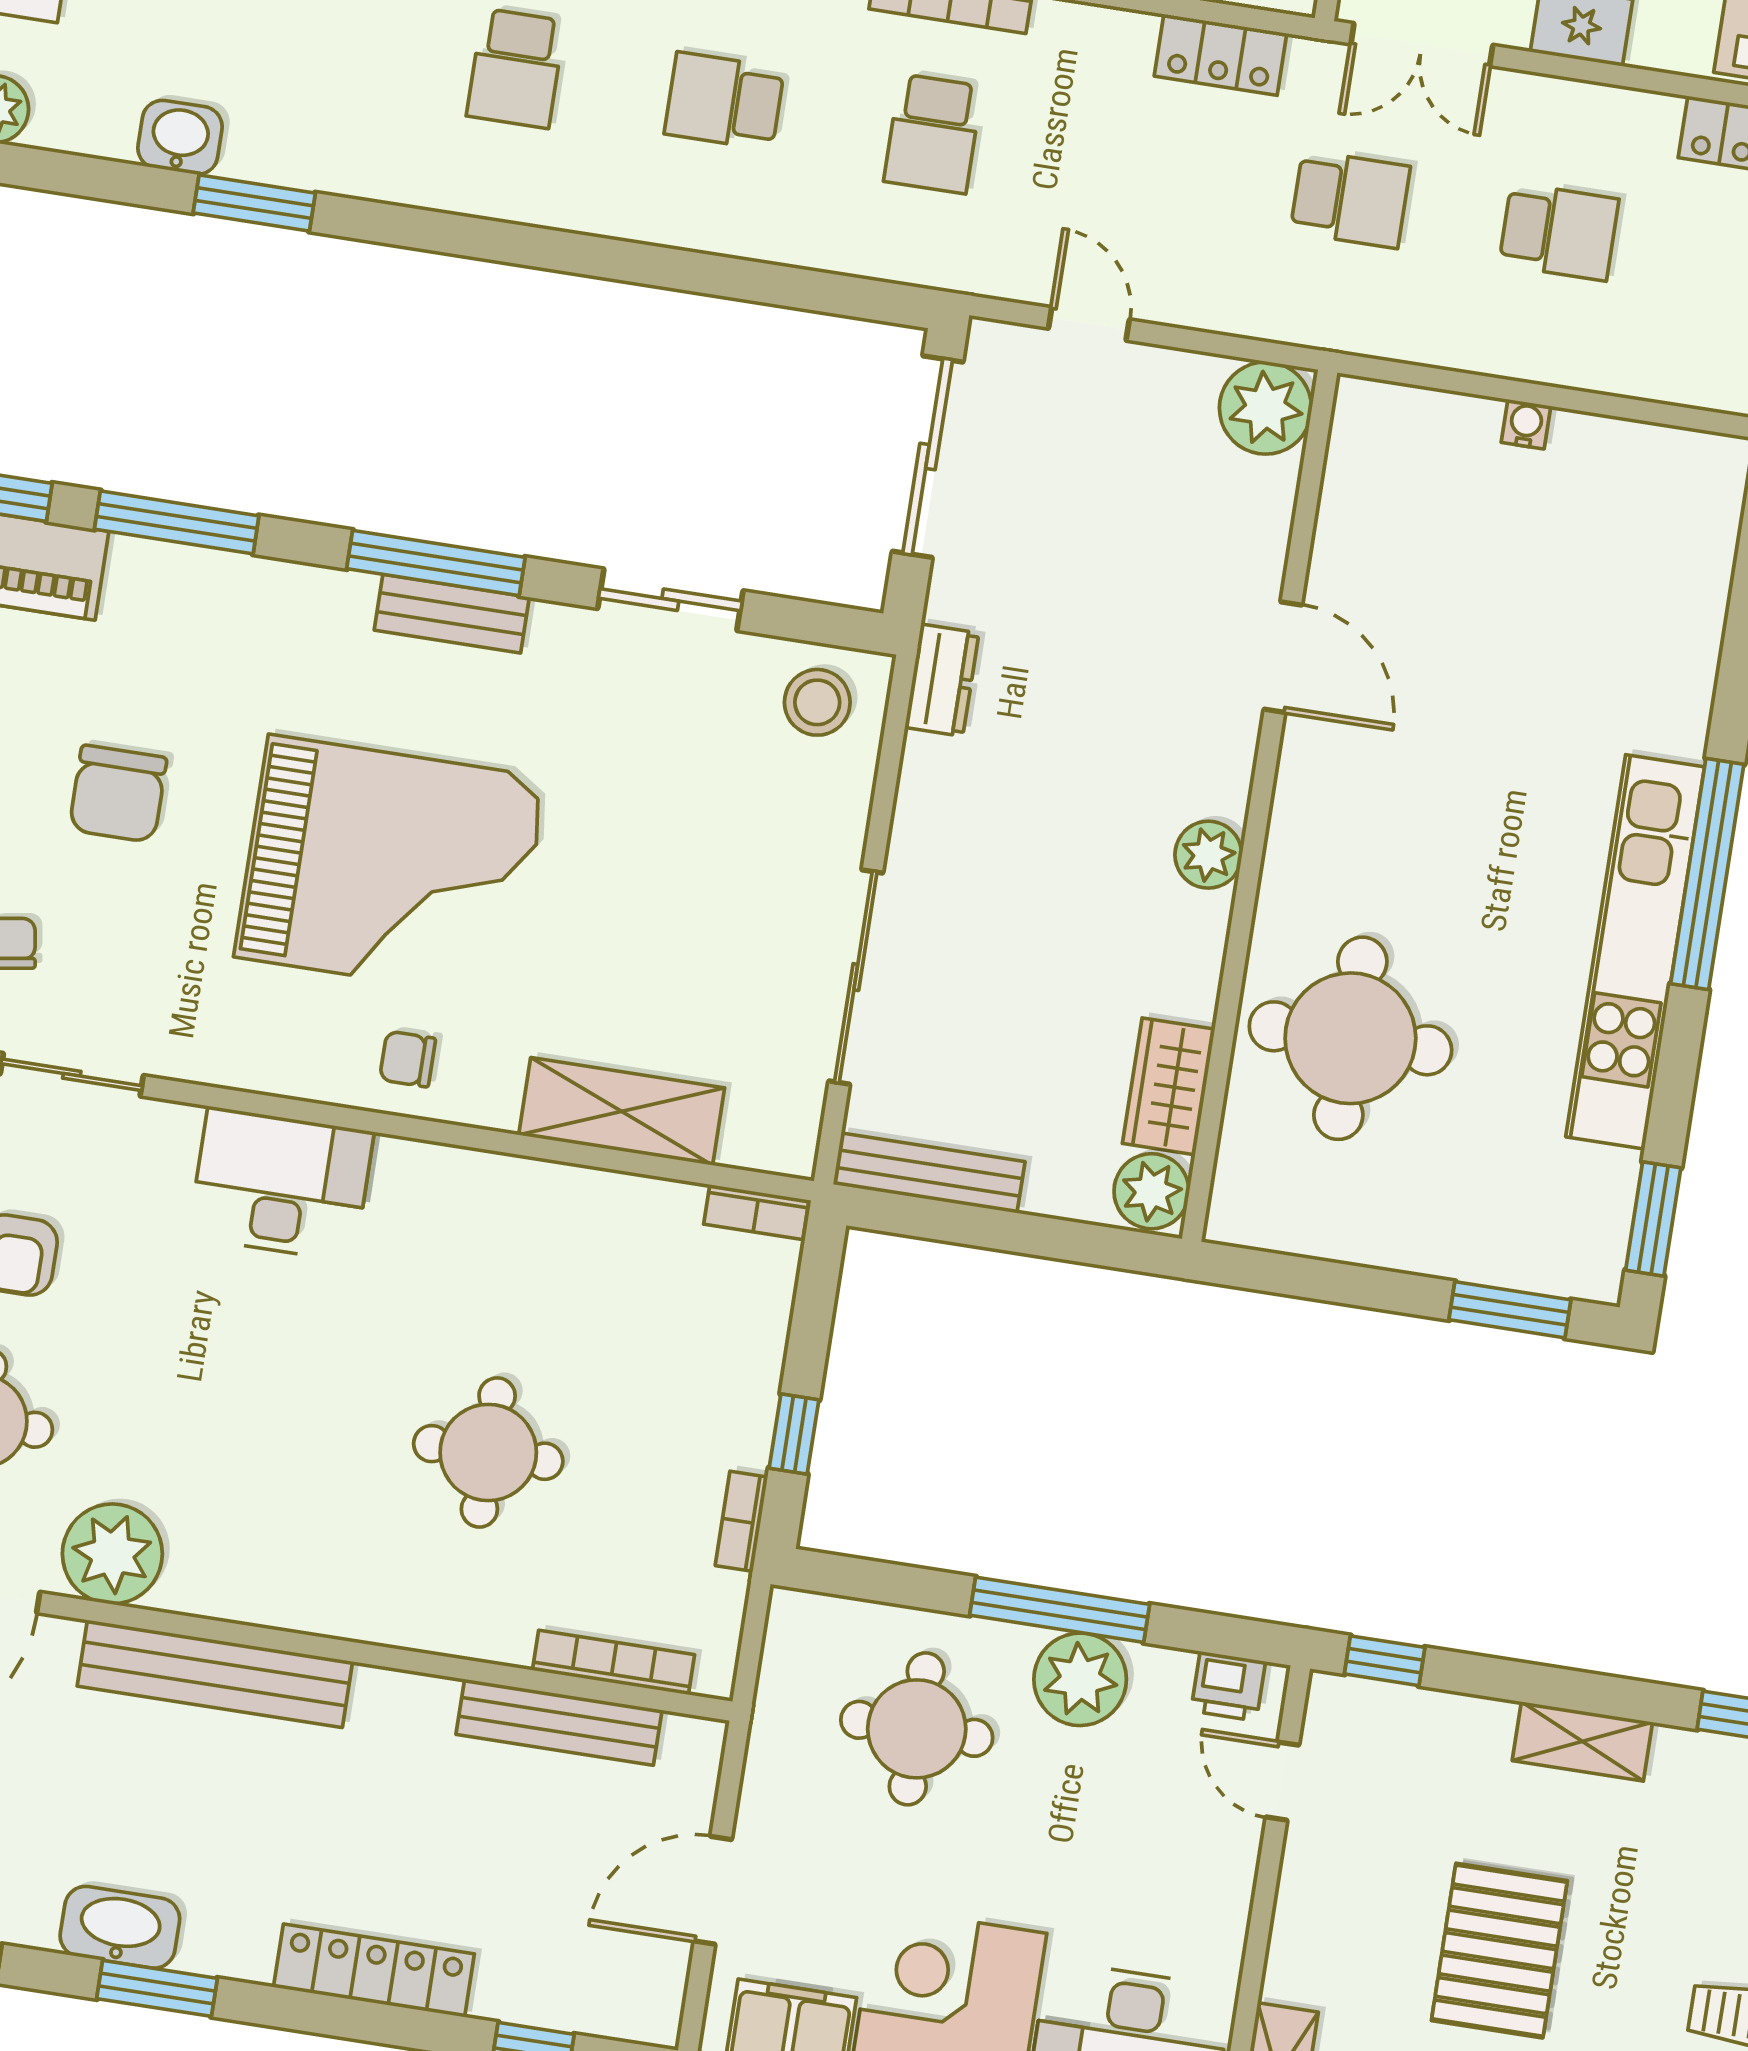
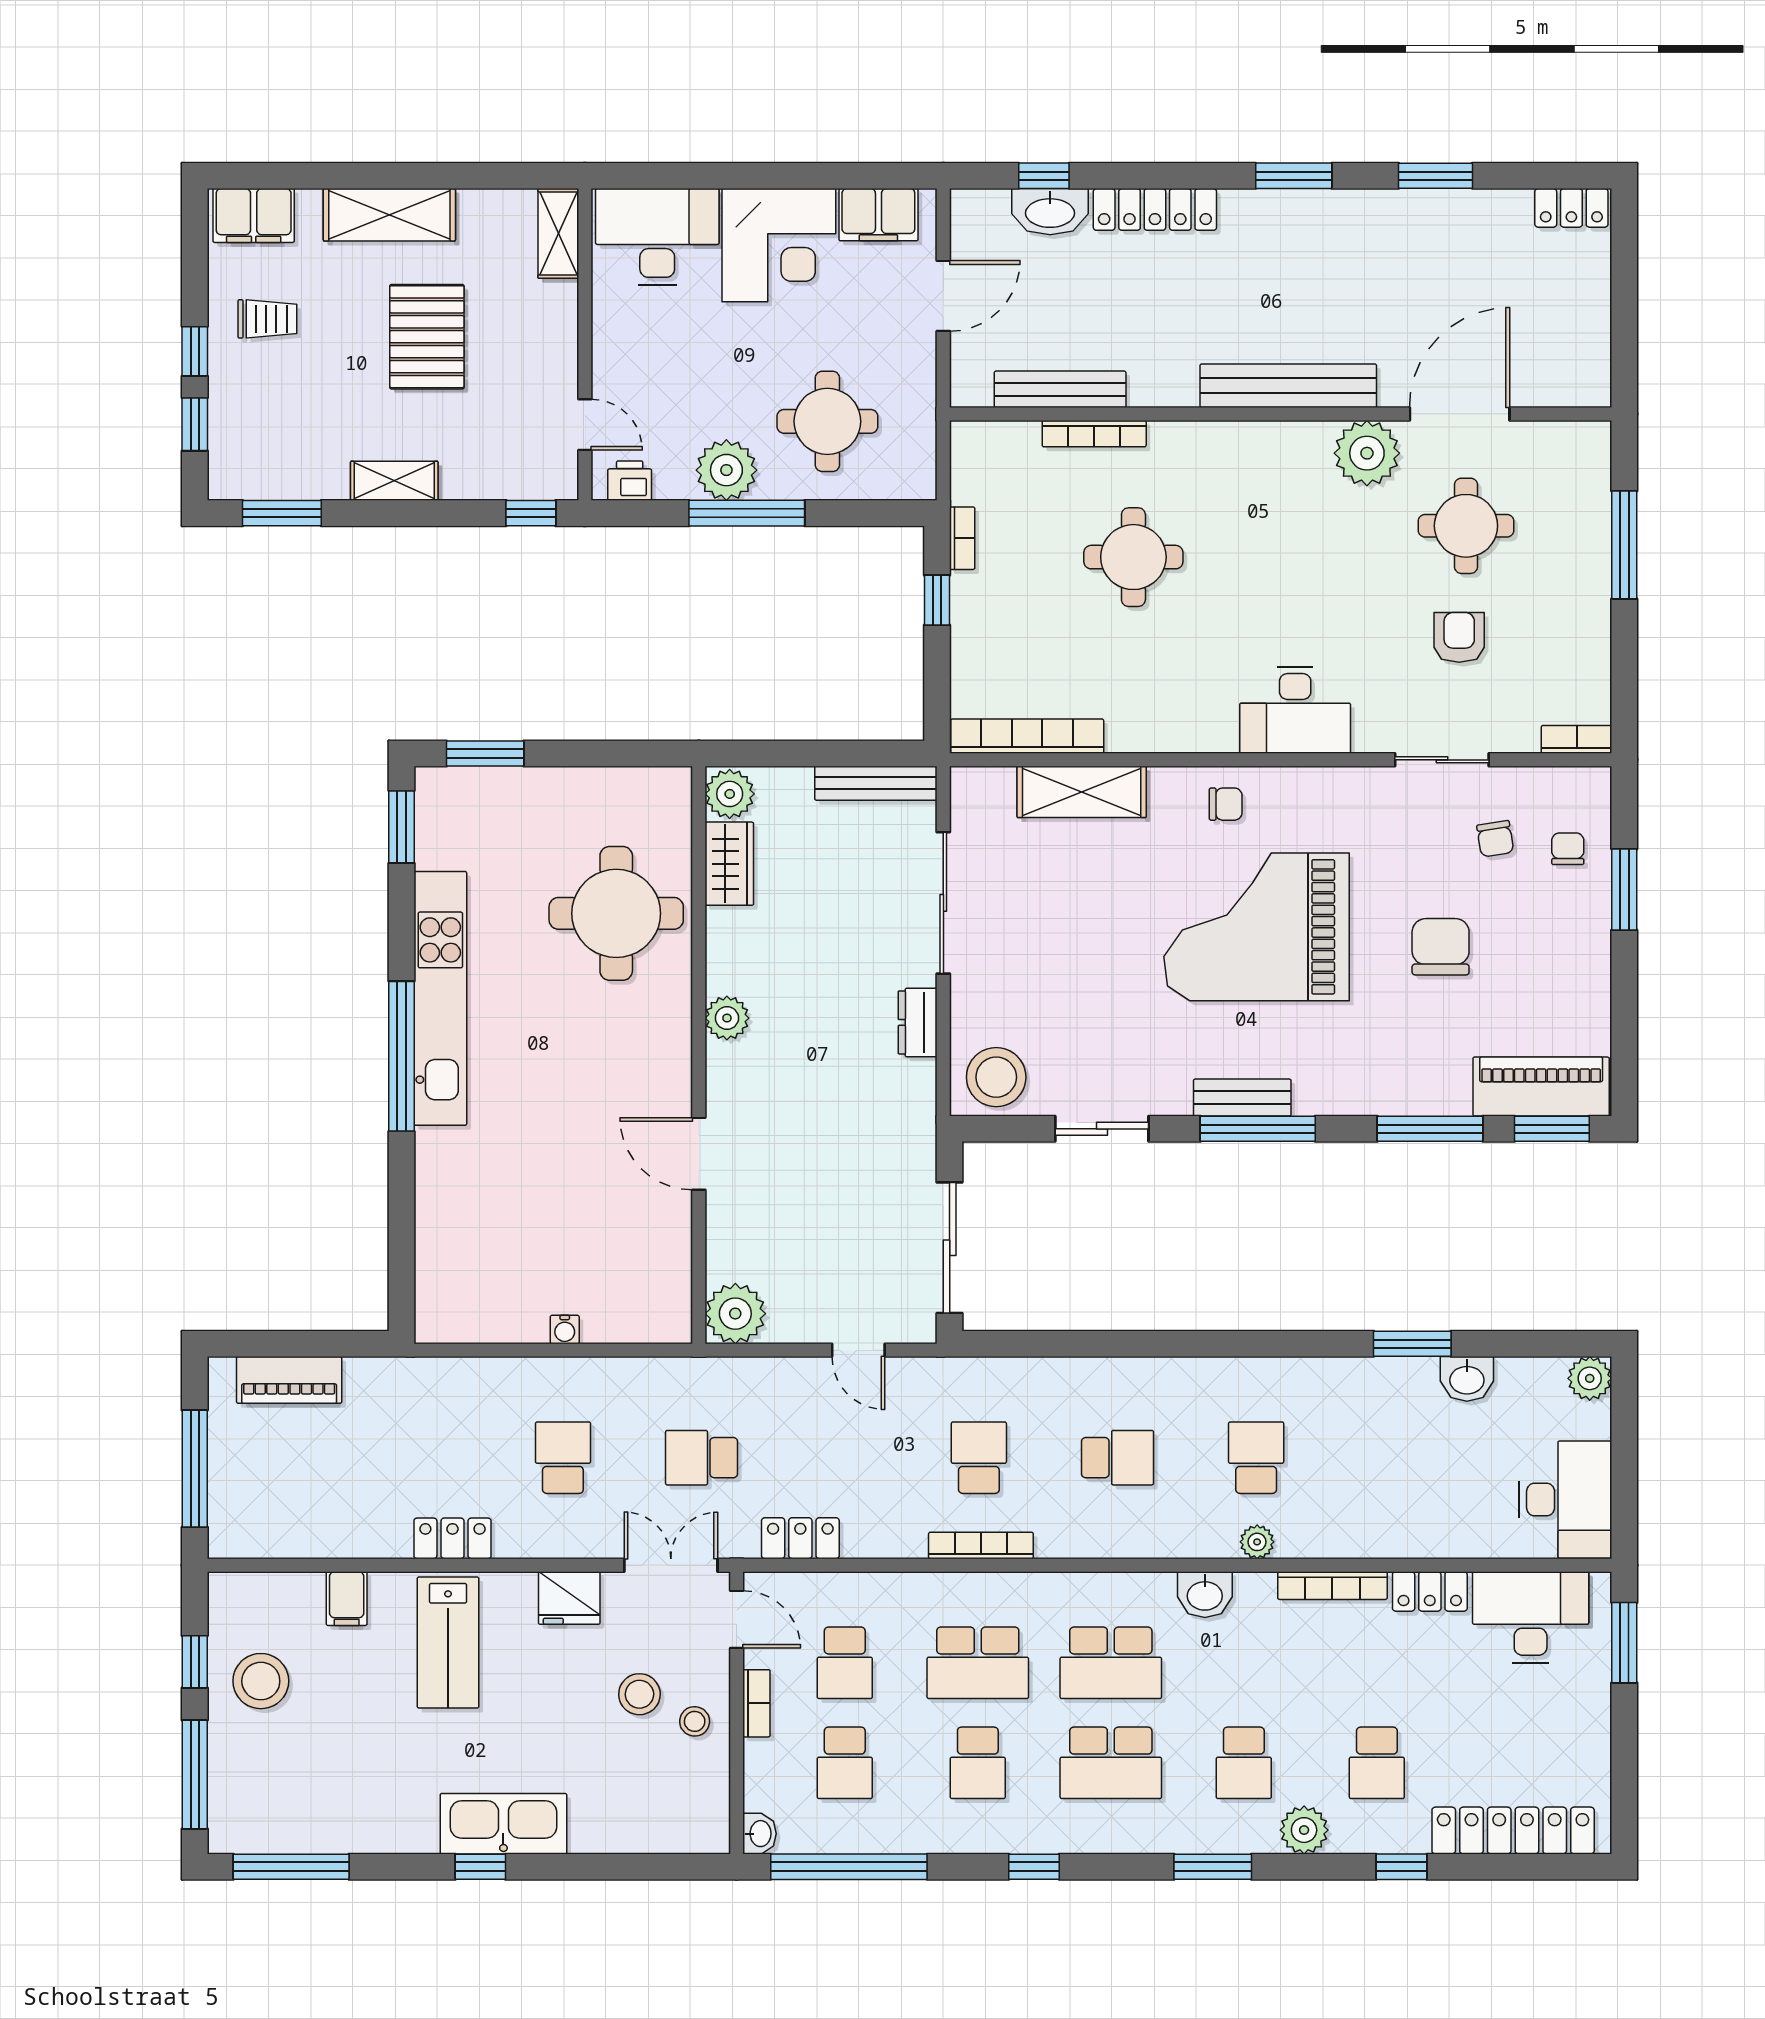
school desk: (1559, 232) -> (563, 1458), turned 90
dresser: (942, 680) -> (918, 1022), moved
stool: (817, 702) -> (996, 1077), width x1.38, depth x1.38
bookcase: (756, 1212) -> (1027, 736), width x2.31, depth x1.31
bookcase: (614, 1662) -> (1094, 434), moved
washbasin: (120, 1927) -> (1050, 212), moved

